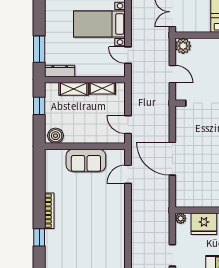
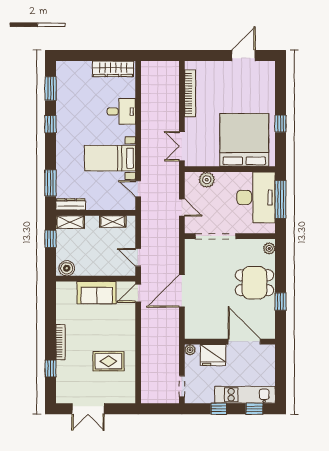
plant: (183, 46) -> (207, 180), moved
shelving: (74, 89) -> (70, 222), moved
door: (172, 159) -> (182, 291), hinge flipped
door: (128, 174) -> (138, 293), moved
rug: (98, 230) -> (109, 361), added

